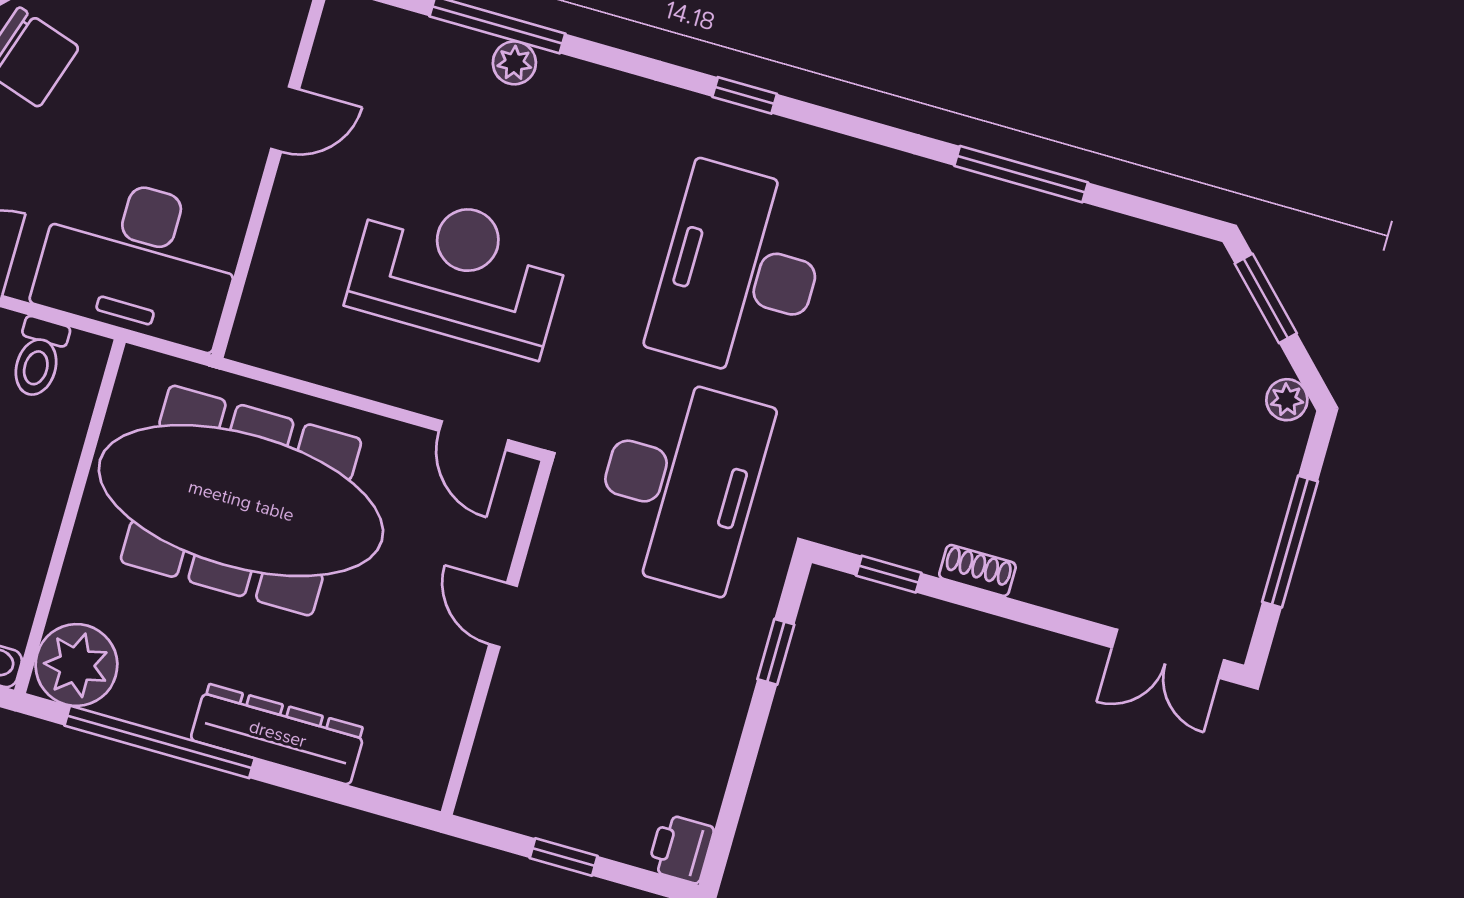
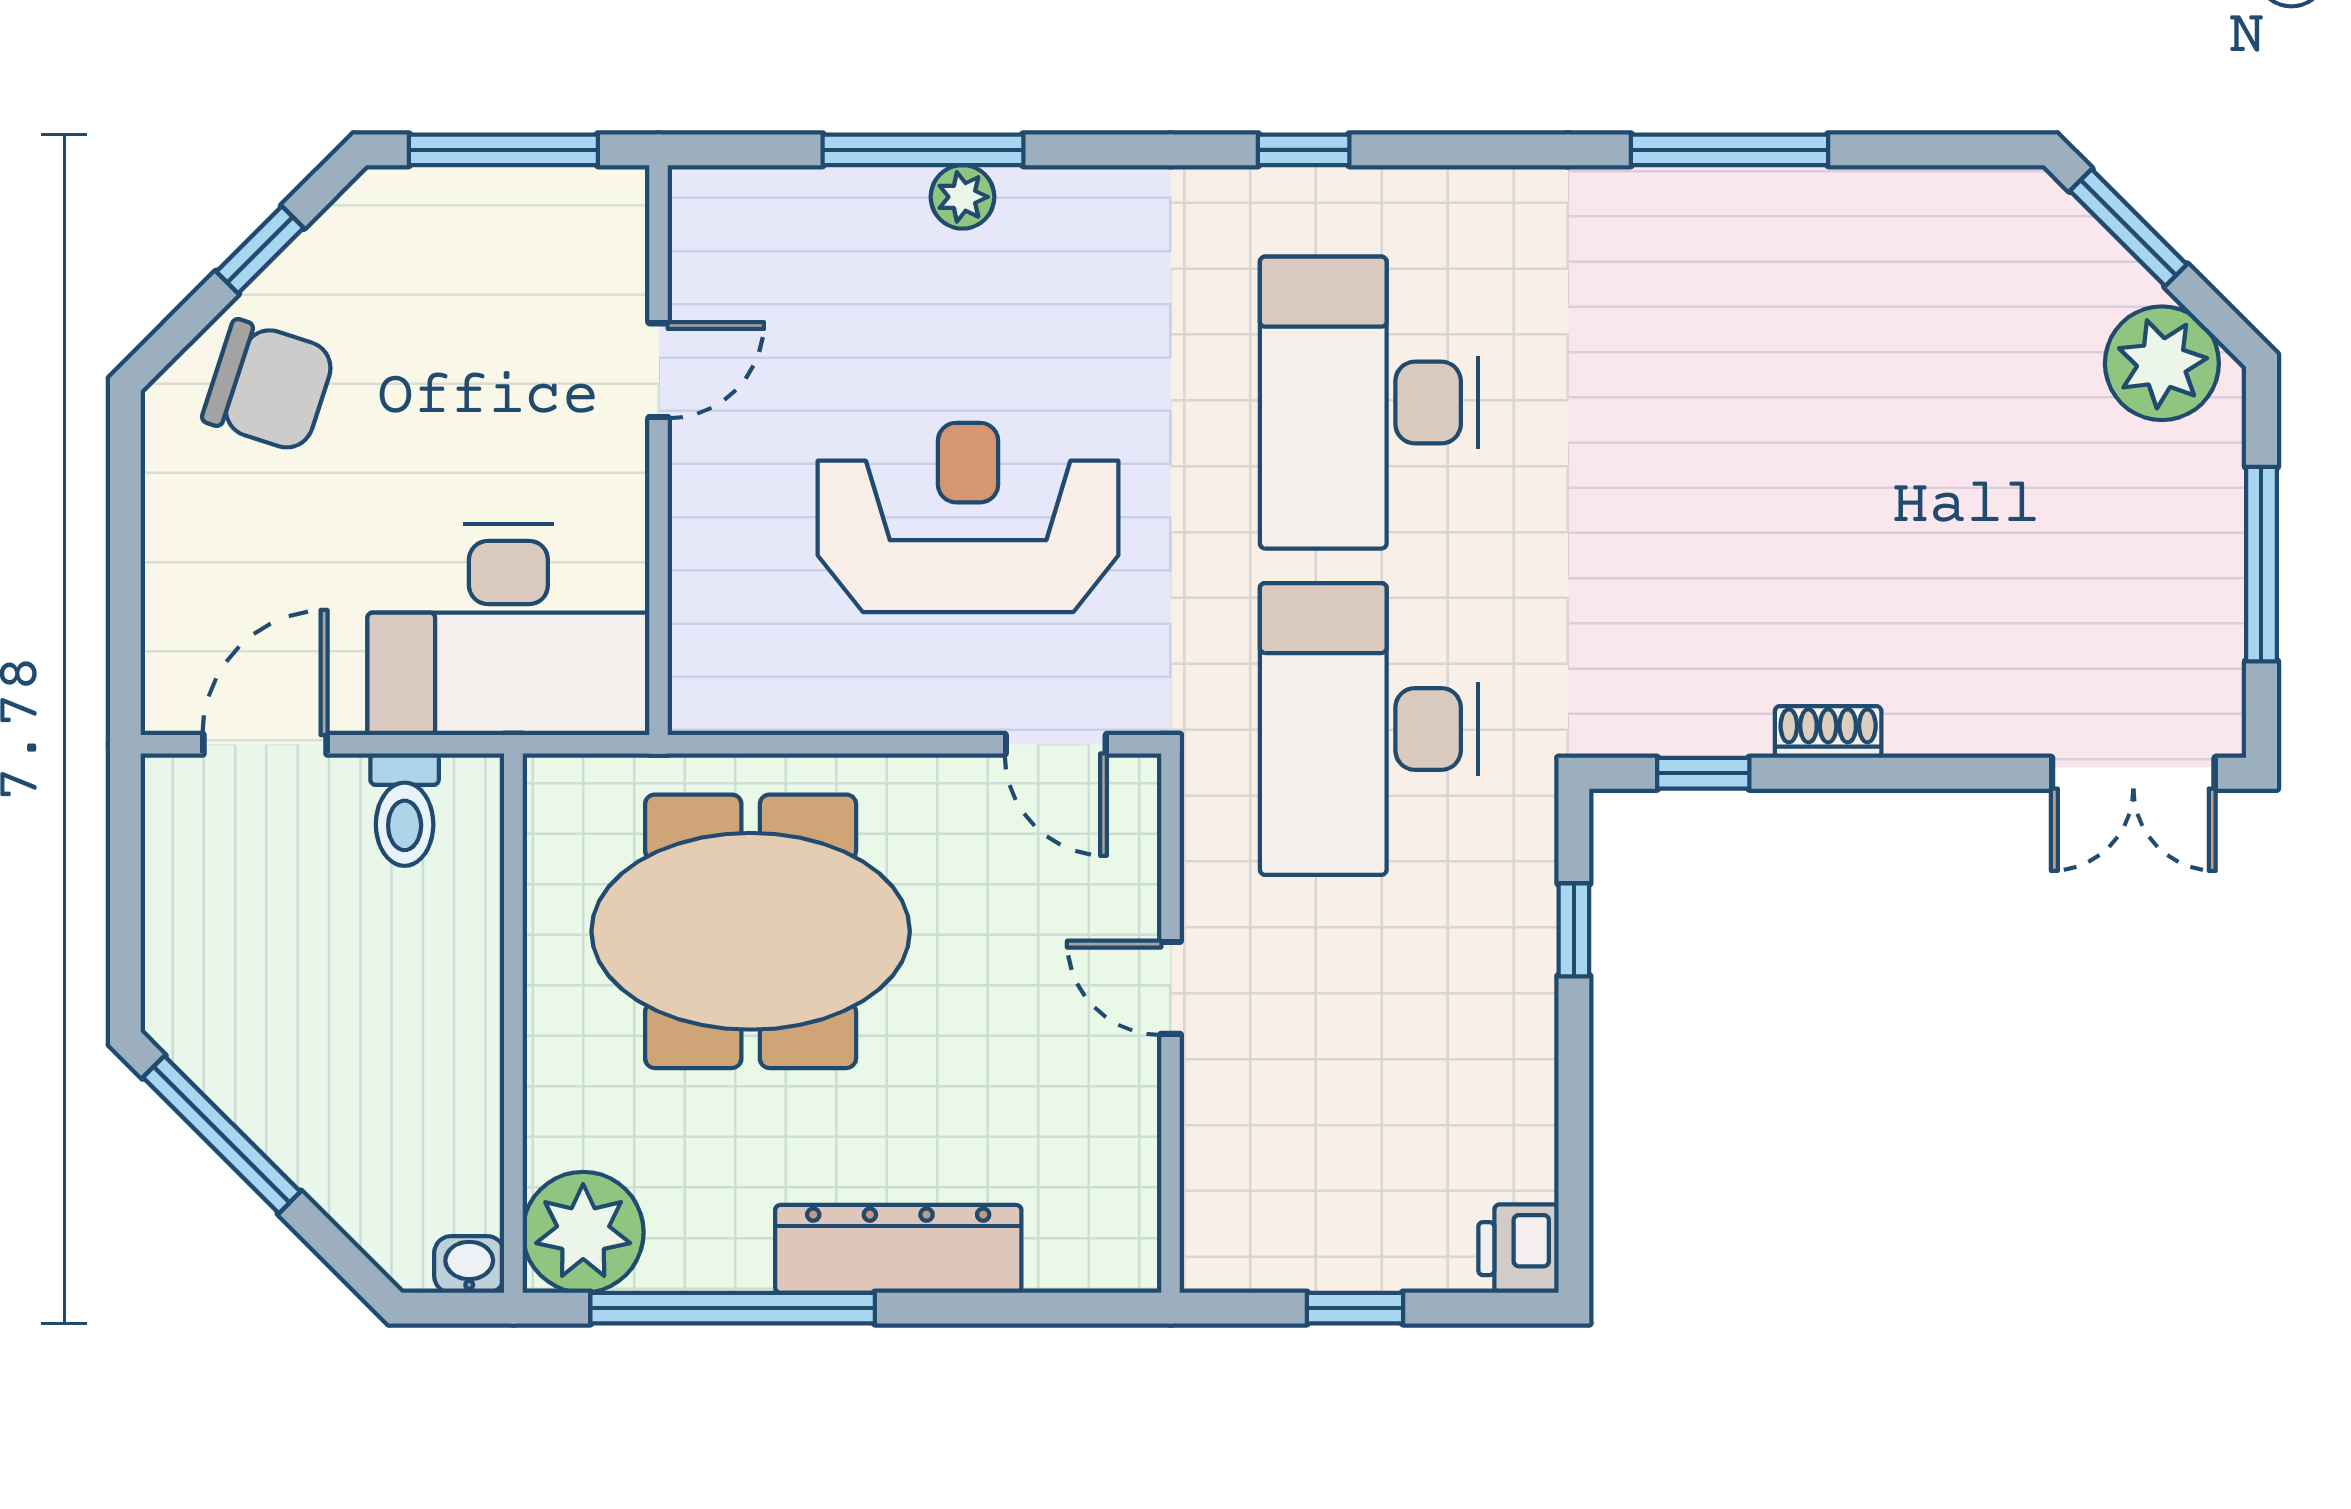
plant: (1287, 400) -> (2162, 363), width x1.87, depth x1.87
desk: (680, 484) -> (1369, 729), turned 180
meeting table: (241, 501) -> (751, 931), width x0.73

